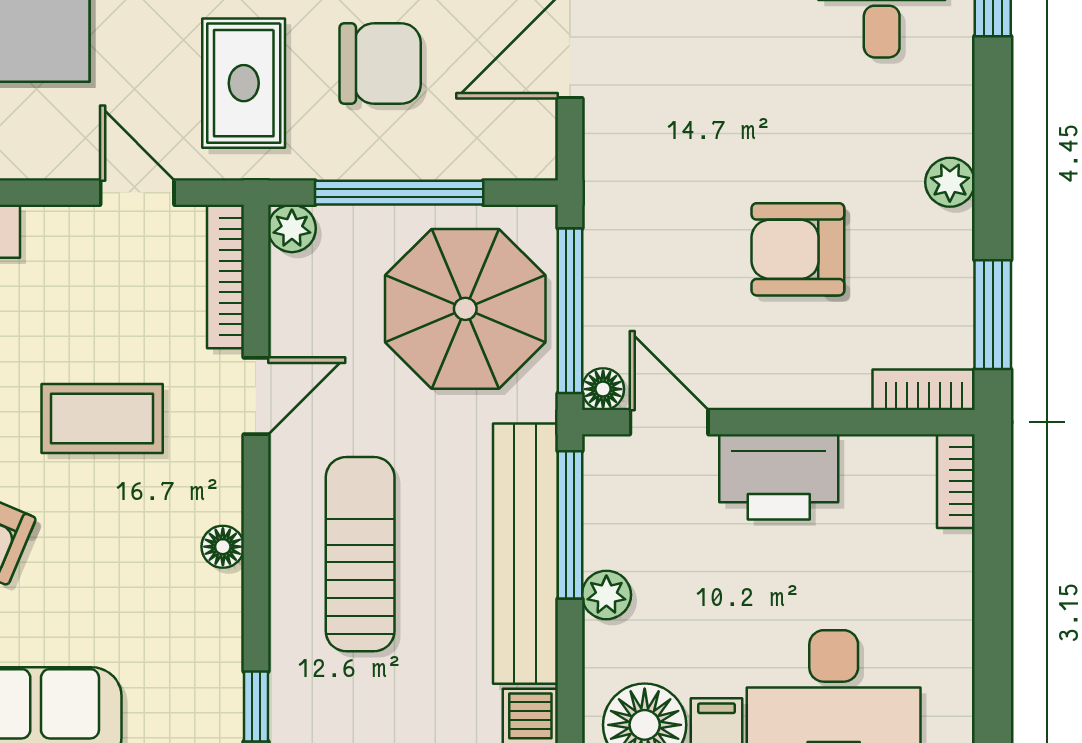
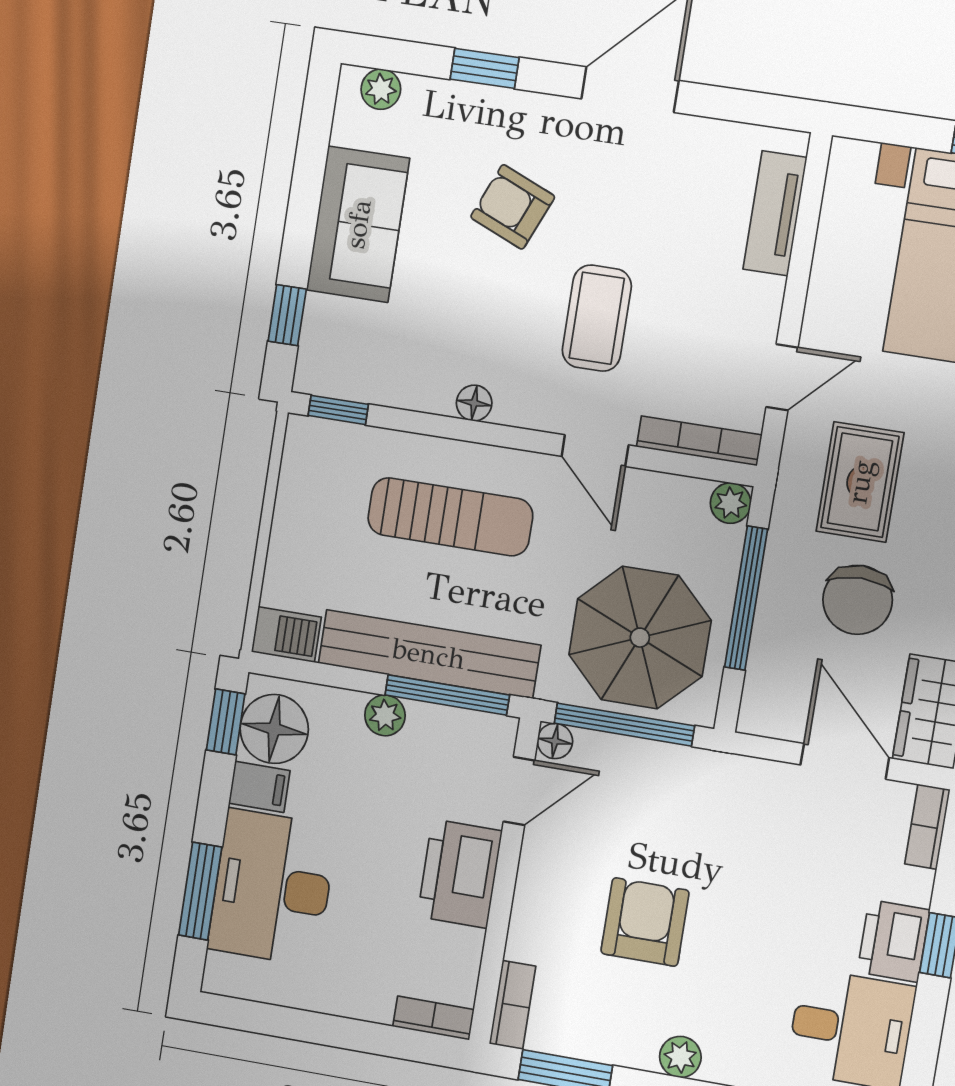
rug: (244, 83) -> (860, 482), turned 90

